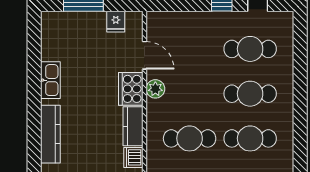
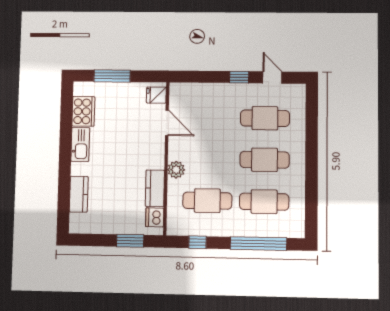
fridge: (116, 22) -> (156, 95), moved, turned 90
cooker: (131, 89) -> (83, 111), moved, turned 180
plant: (155, 89) -> (176, 170), moved
kitchen counter: (50, 134) -> (79, 194), width x0.67

